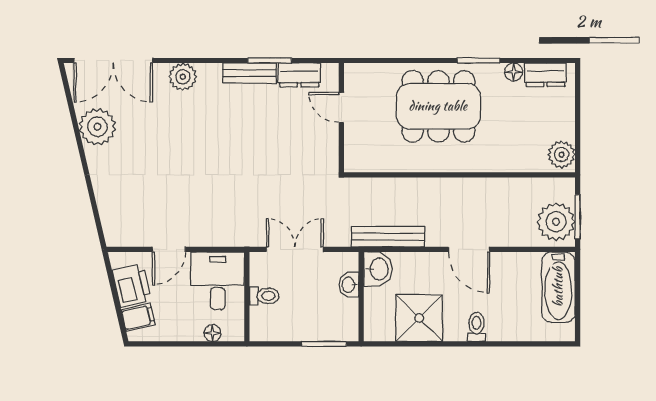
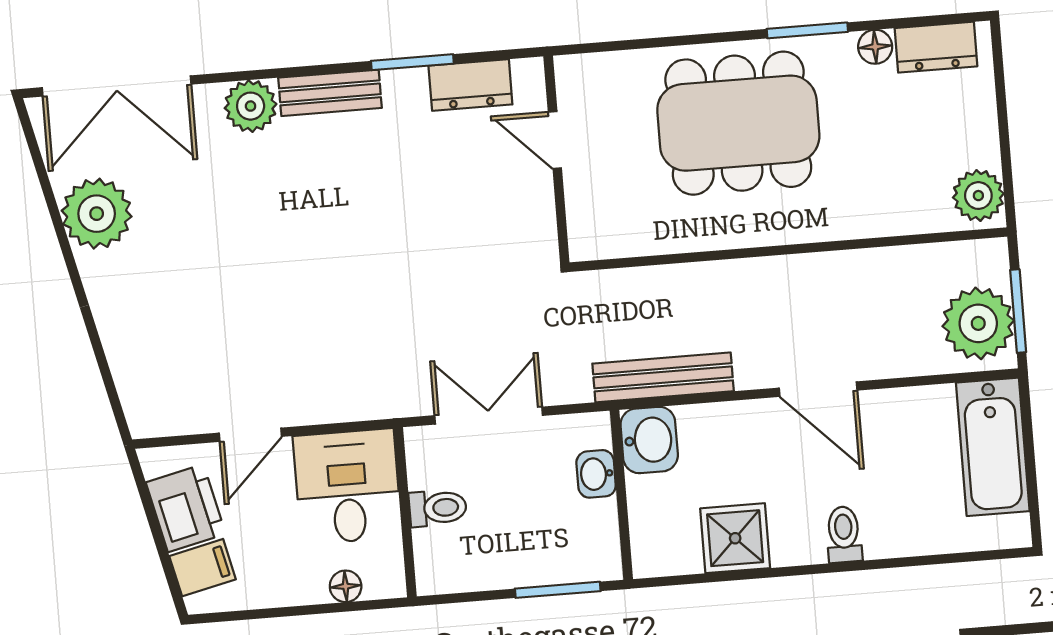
bench: (249, 73) -> (330, 93), moved
shower: (419, 318) -> (735, 538), width x0.73, depth x0.73

